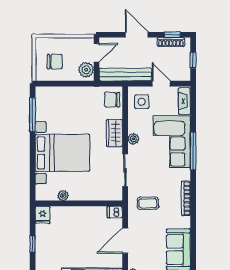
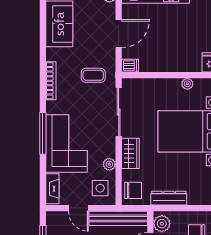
dresser: (80, 93) -> (169, 198), added
plant: (133, 139) -> (109, 164), moved
sliding door: (125, 170) -> (119, 112), width x1.37

